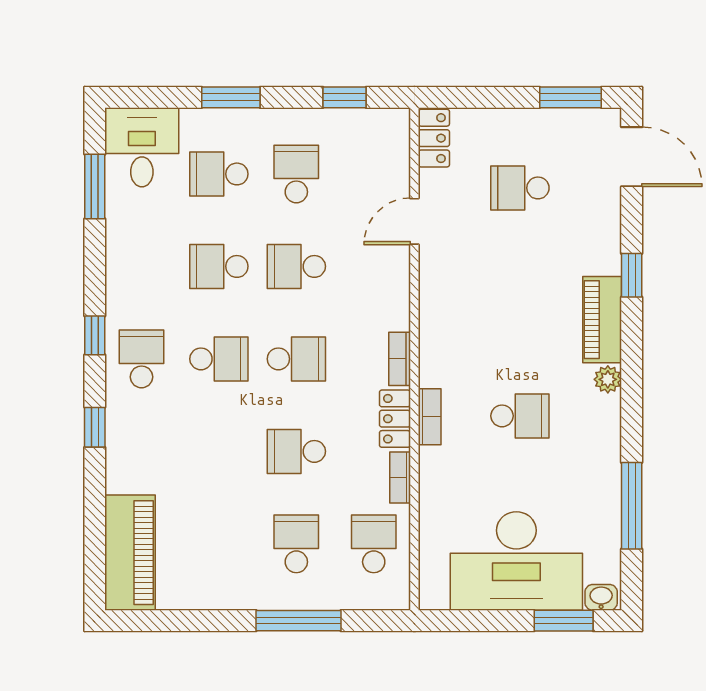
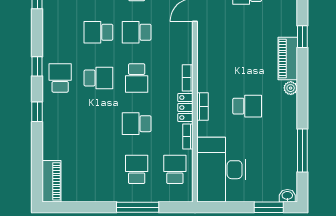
school desk: (296, 359) -> (137, 78), turned 90
piano: (130, 553) -> (51, 181), width x0.73, depth x0.75
desk: (516, 561) -> (221, 170), moved, turned 90

